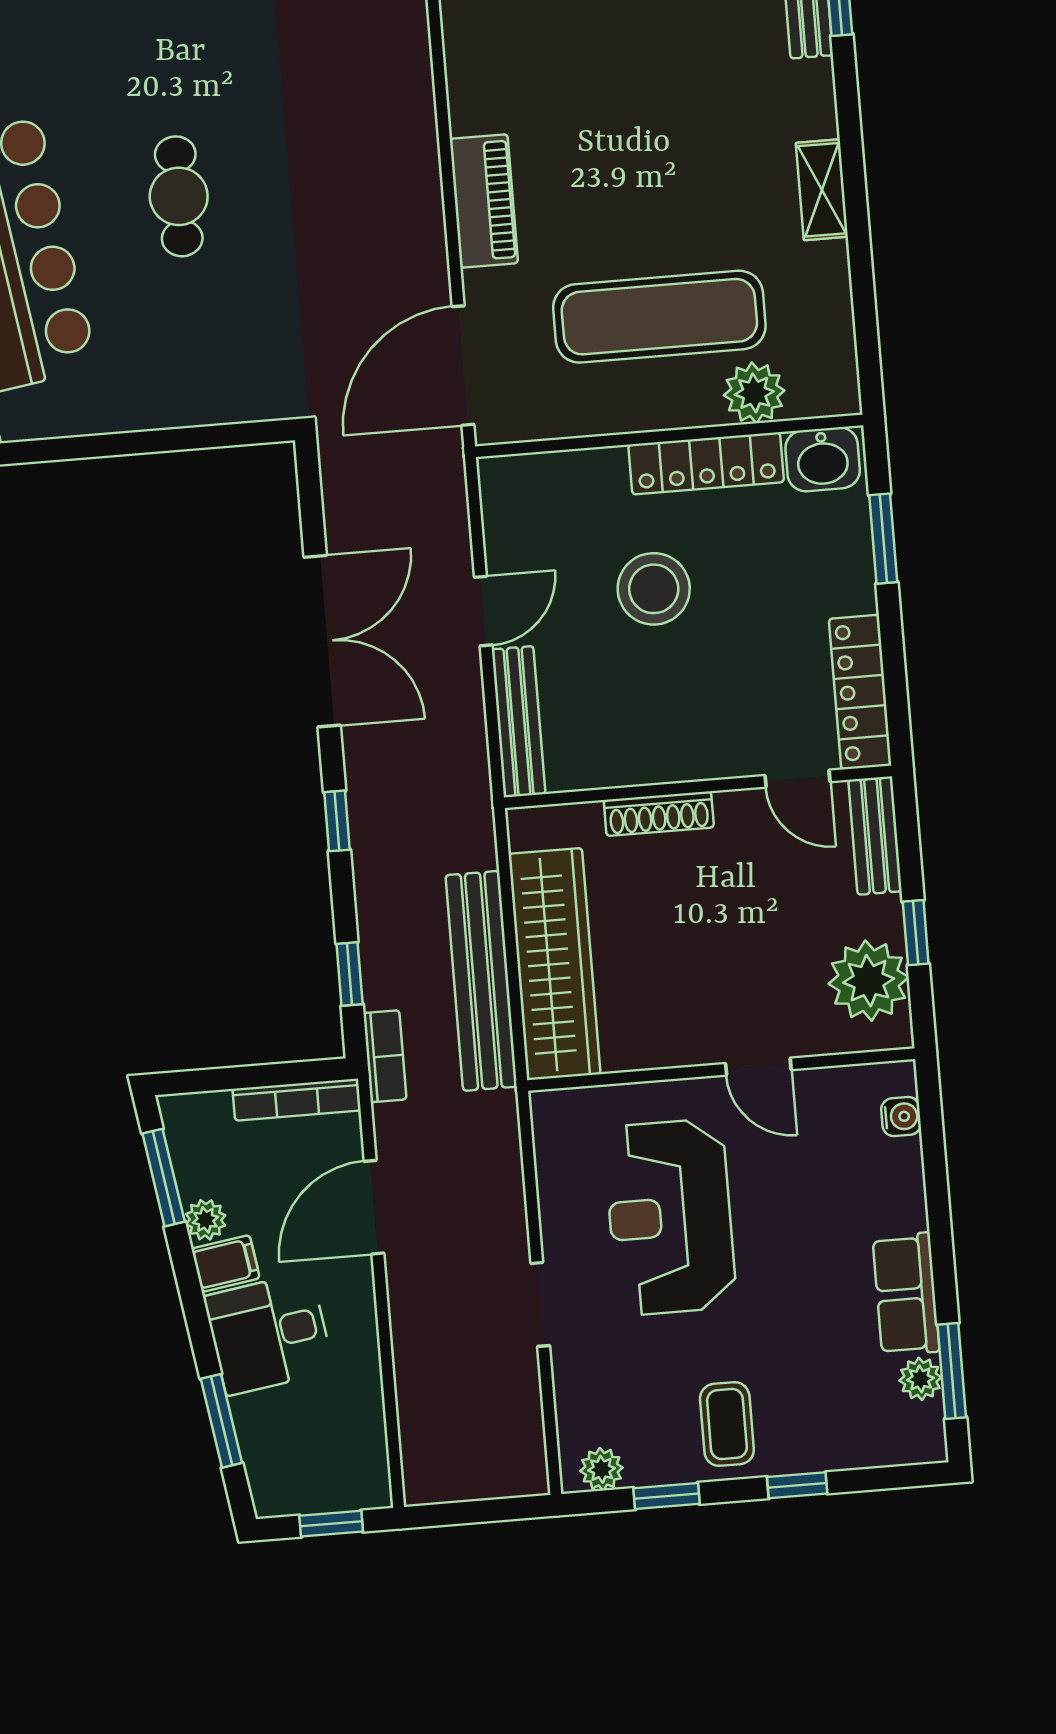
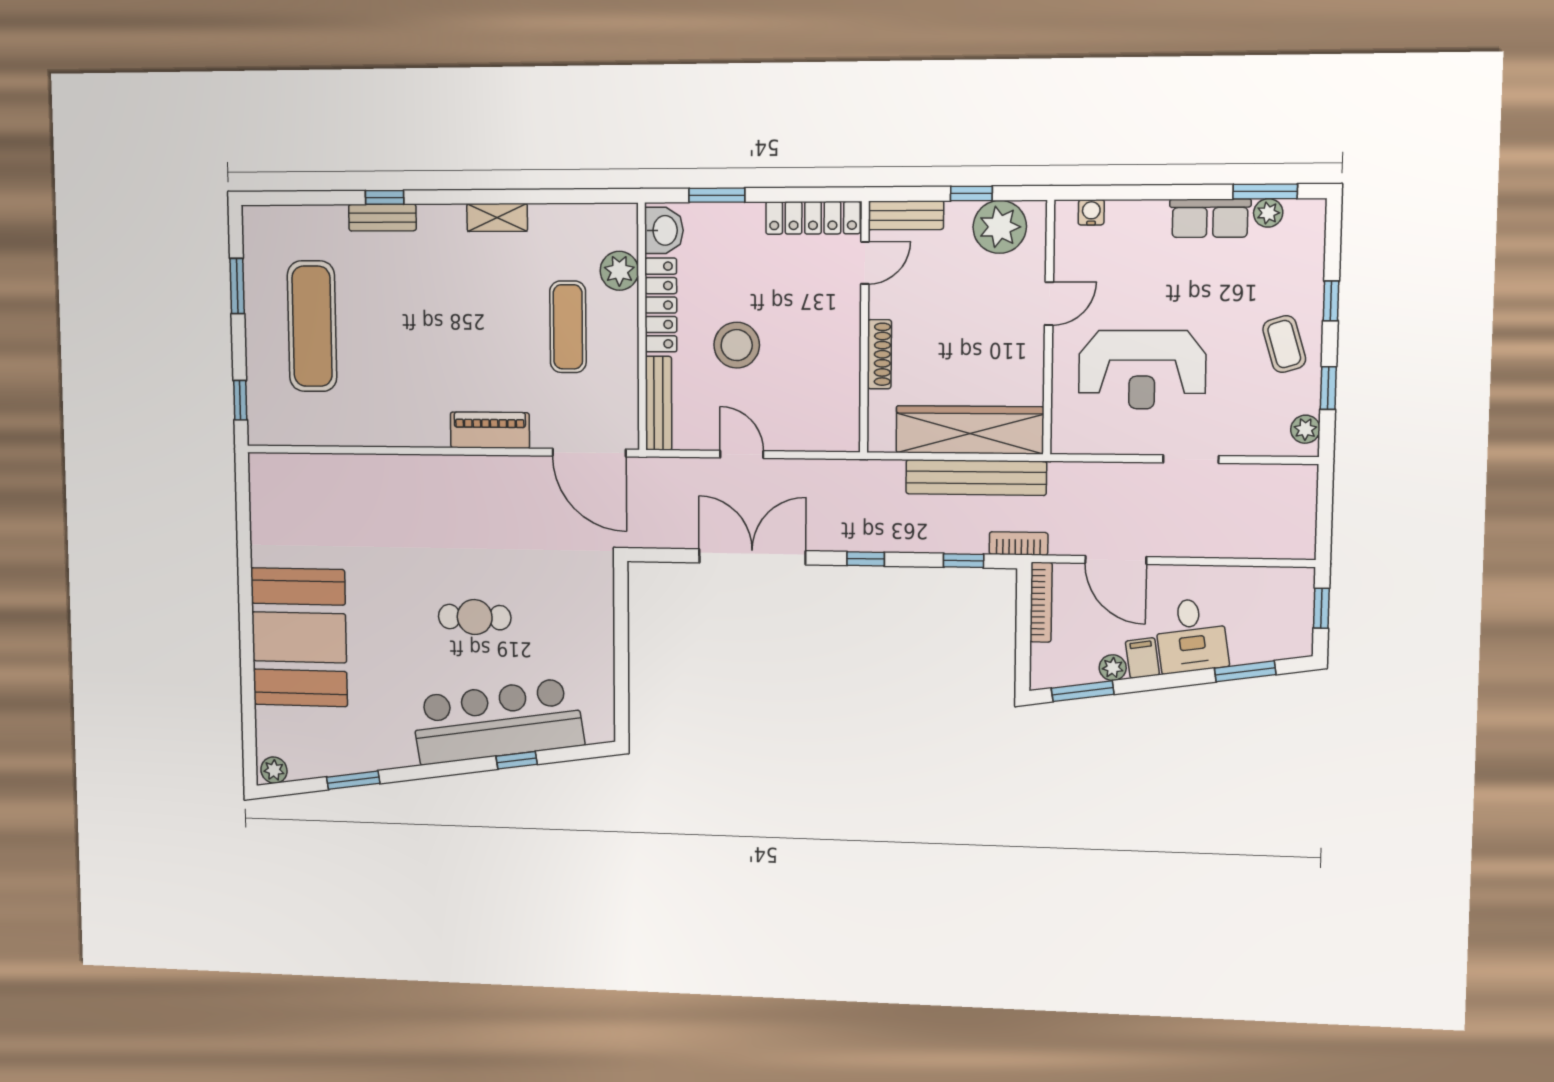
exercise mat: (659, 317) -> (568, 327), width x0.73, depth x0.69
bench: (518, 722) -> (659, 403), moved, turned 90
coffee table: (727, 1424) -> (1284, 344), turned 73

